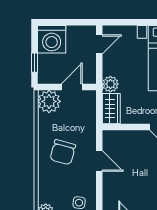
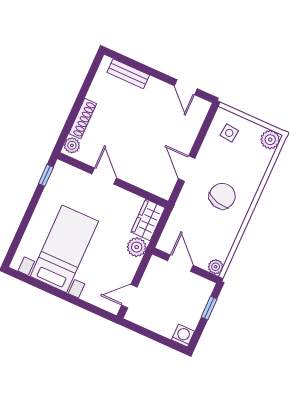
washing machine: (52, 39) -> (183, 335), width x0.53, depth x0.53
door: (72, 87) -> (180, 263), swing flipped
plant: (49, 101) -> (216, 267), width x0.53, depth x0.53

